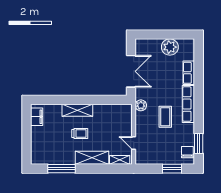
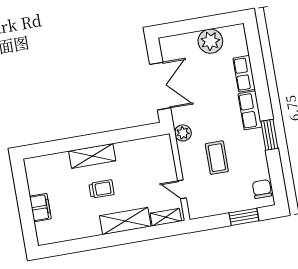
row of seats: (188, 104) -> (250, 110), width x0.68
filing cabinet: (37, 117) -> (40, 208), moved
coffee table: (165, 117) -> (217, 158), moved
window: (199, 143) -> (269, 135), moved
window: (61, 169) -> (84, 244), removed

